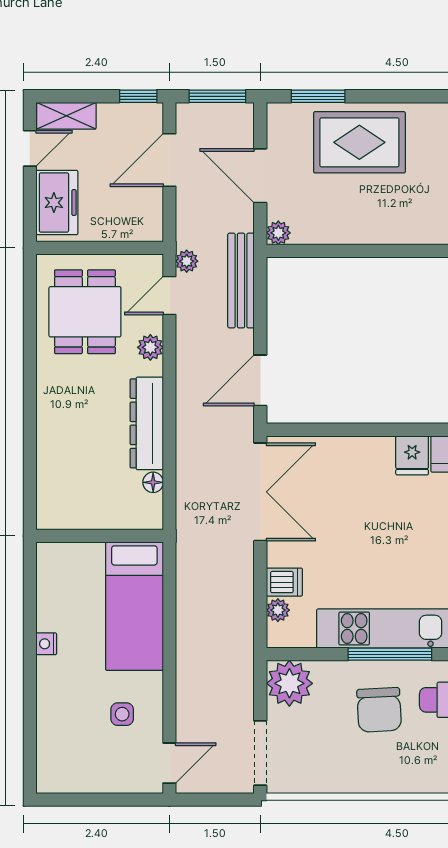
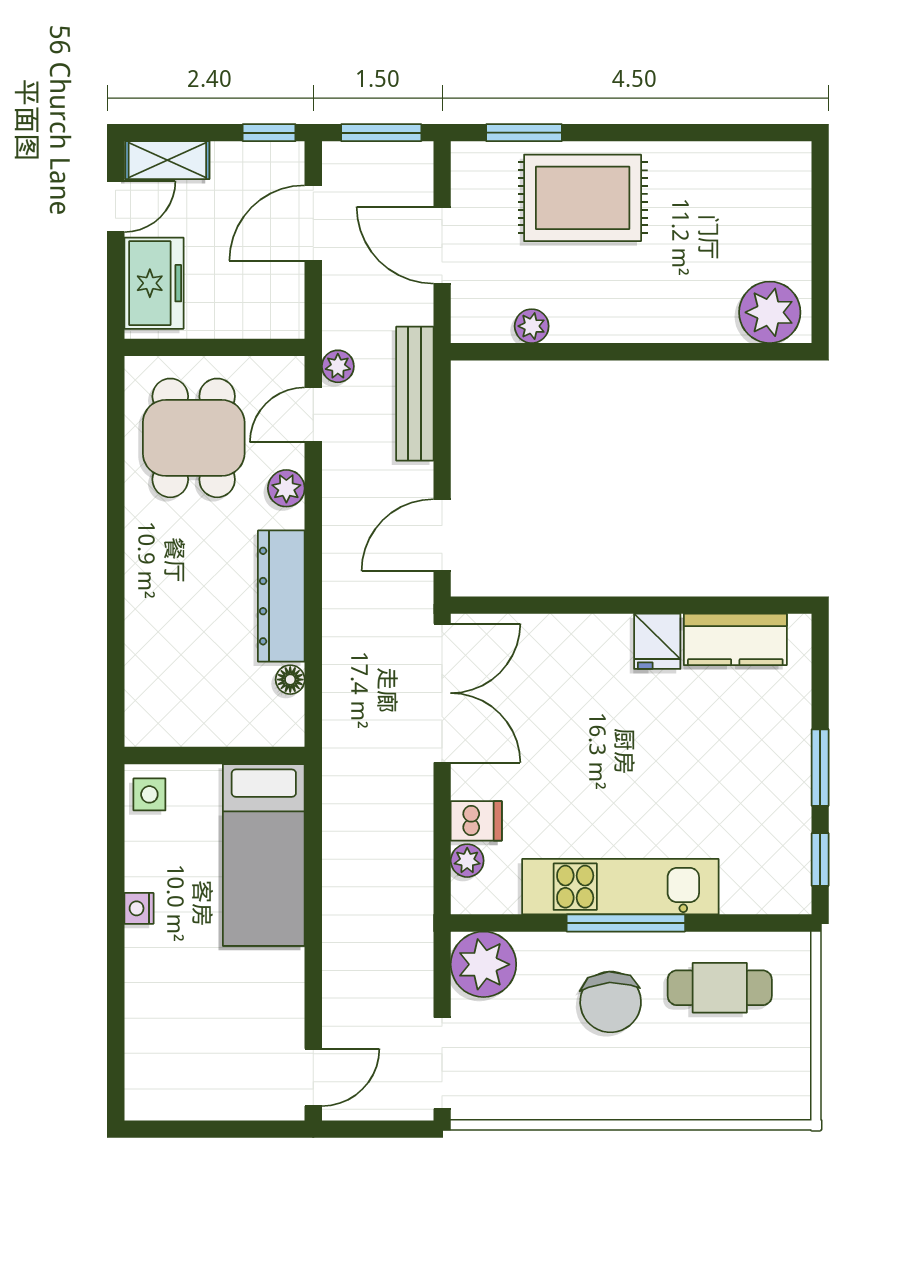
plant: (278, 233) -> (532, 326), moved
side table: (122, 714) -> (149, 794), moved

